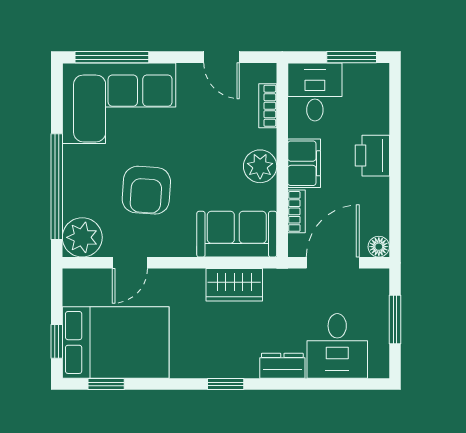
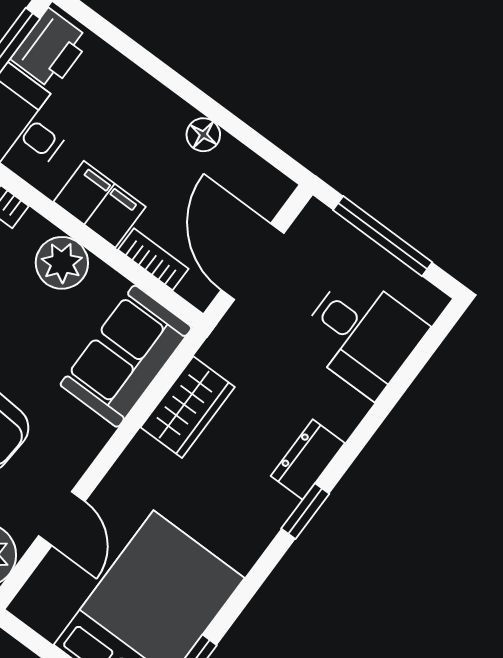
printer: (372, 156) -> (51, 49), moved, turned -90
floor lamp: (379, 247) -> (203, 135), moved
window: (395, 319) -> (383, 236), width x1.44
dresser: (282, 366) -> (308, 459), moved

